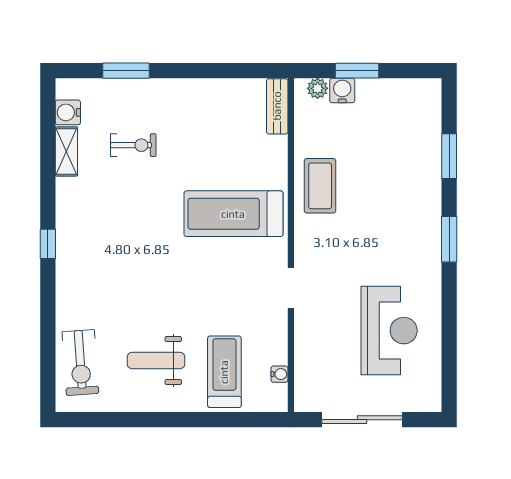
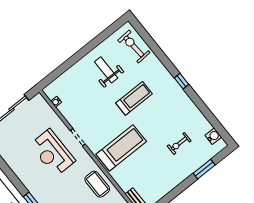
shelving: (66, 151) -> (202, 121), removed
reception desk: (389, 331) -> (52, 153), moved
weight bench: (156, 361) -> (106, 70), turned -90
treadmill: (224, 372) -> (134, 98), moved, turned -90

